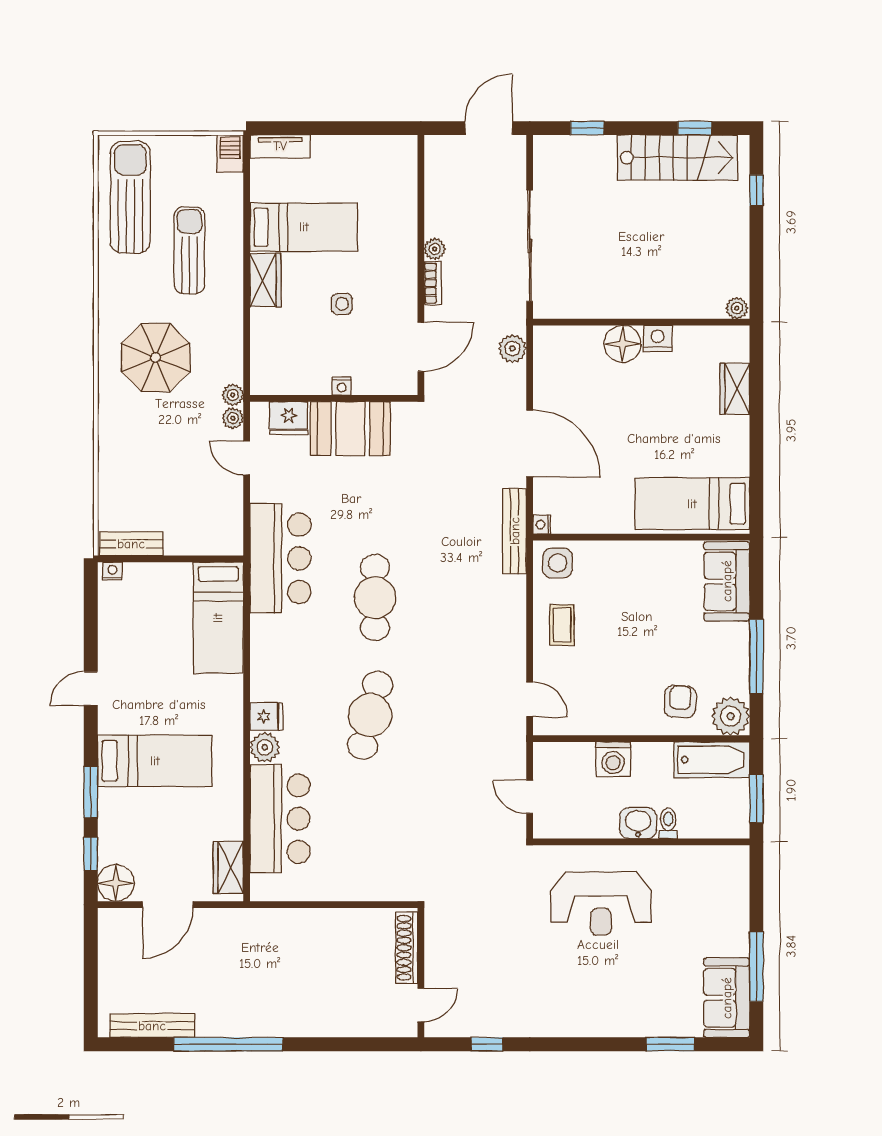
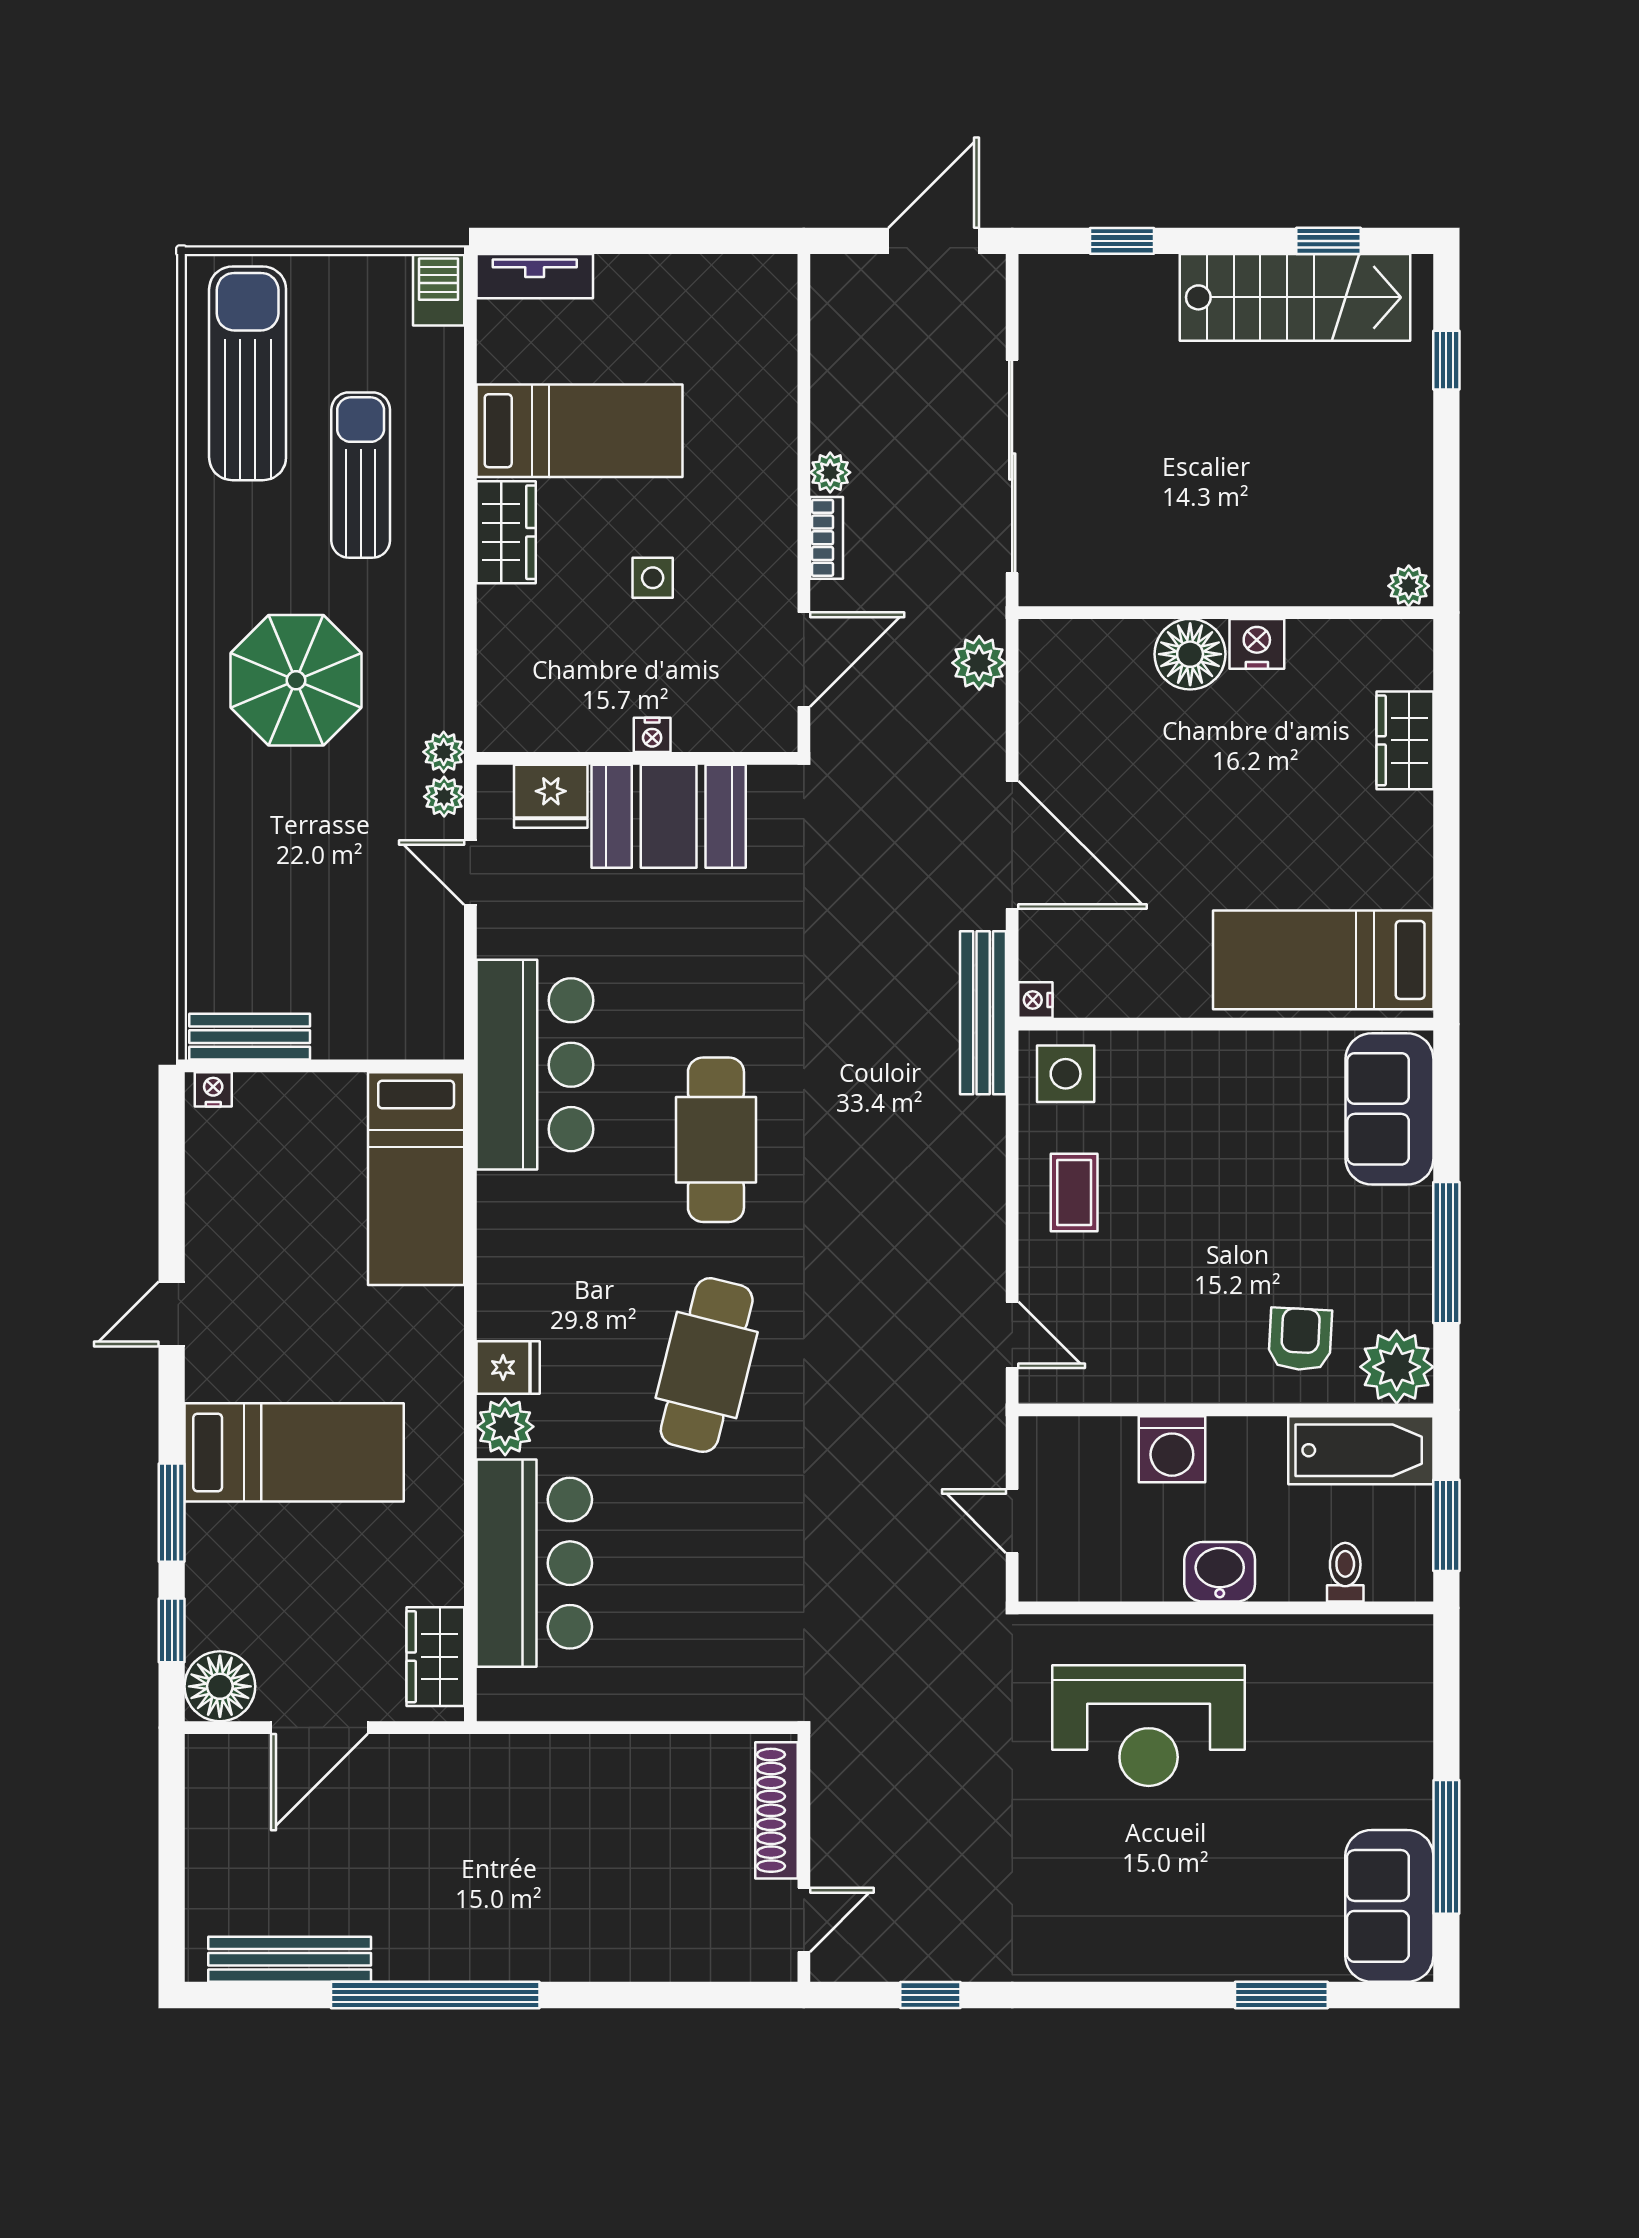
toilet: (668, 823) -> (1345, 1572), moved

